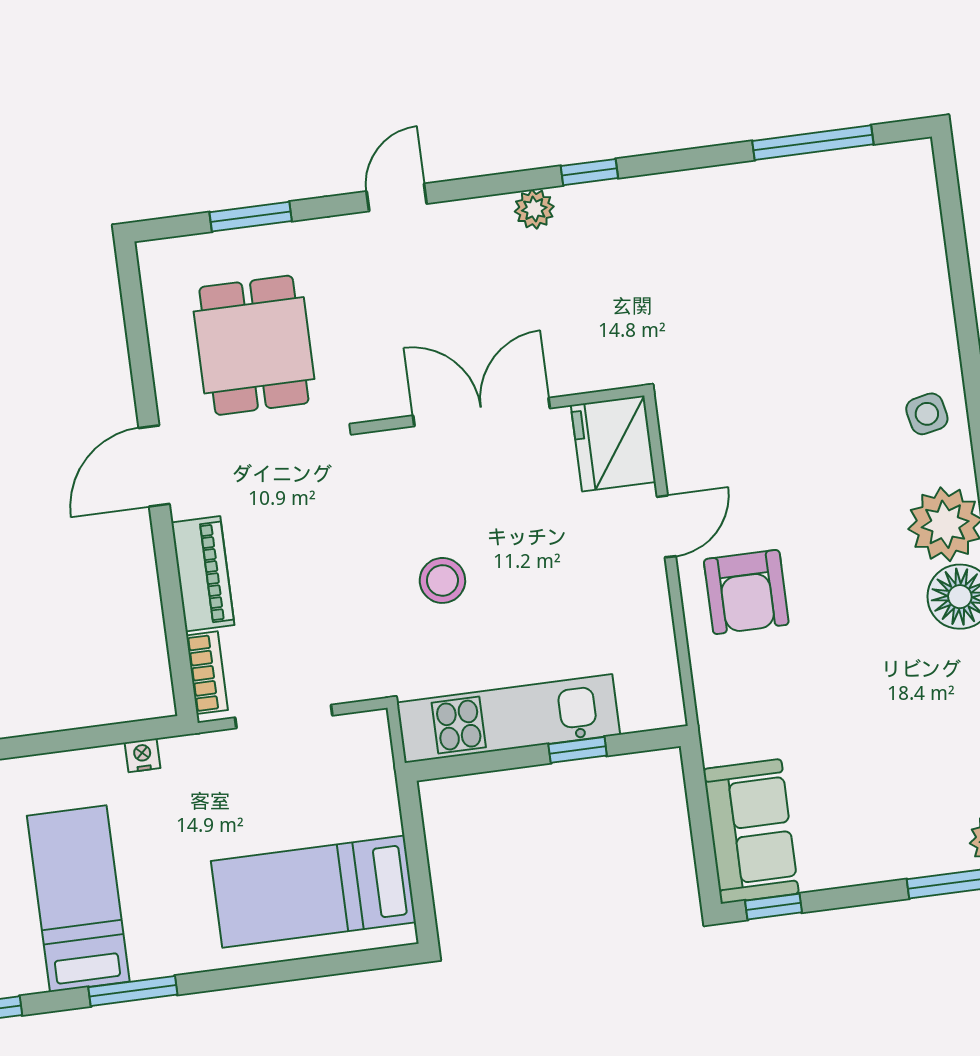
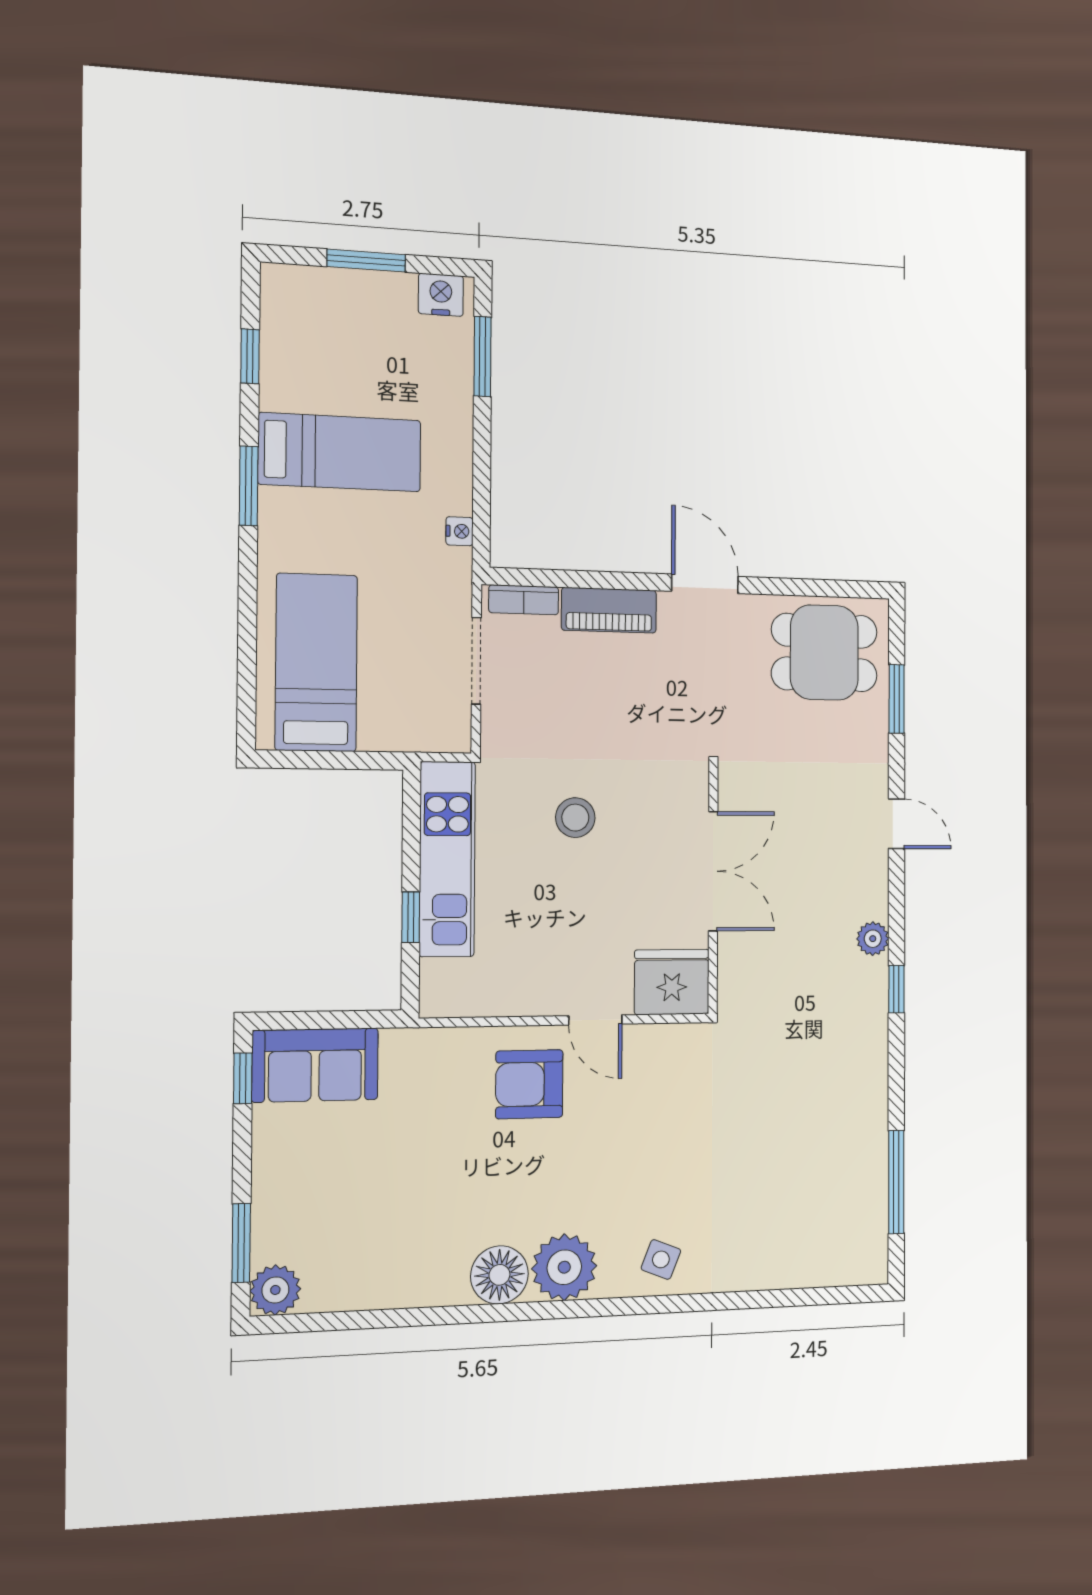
dining table: (254, 345) -> (824, 653), moved
side table: (927, 414) -> (661, 1259), turned 34

